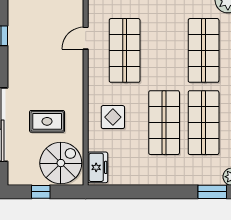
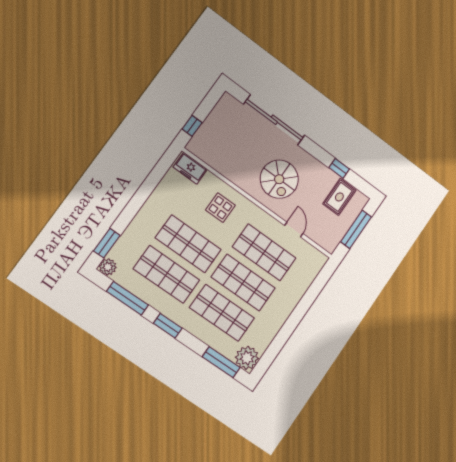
shop shelf: (164, 50) -> (243, 282), added
rug: (47, 121) -> (339, 197), moved
spiral stairs: (61, 163) -> (279, 179), moved
window: (41, 192) -> (192, 126), moved

